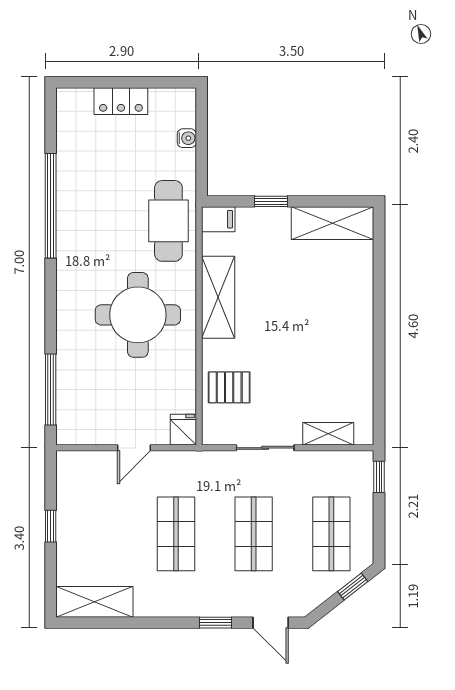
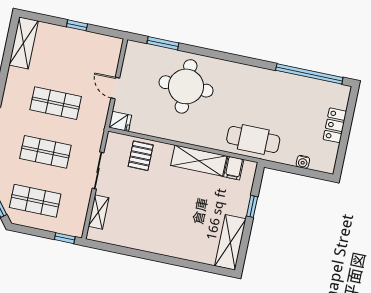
window: (51, 206) -> (309, 74), moved
filing cabinet: (218, 219) -> (234, 168), moved
round table: (138, 315) -> (186, 86), moved
window: (51, 389) -> (163, 43), width x0.69

